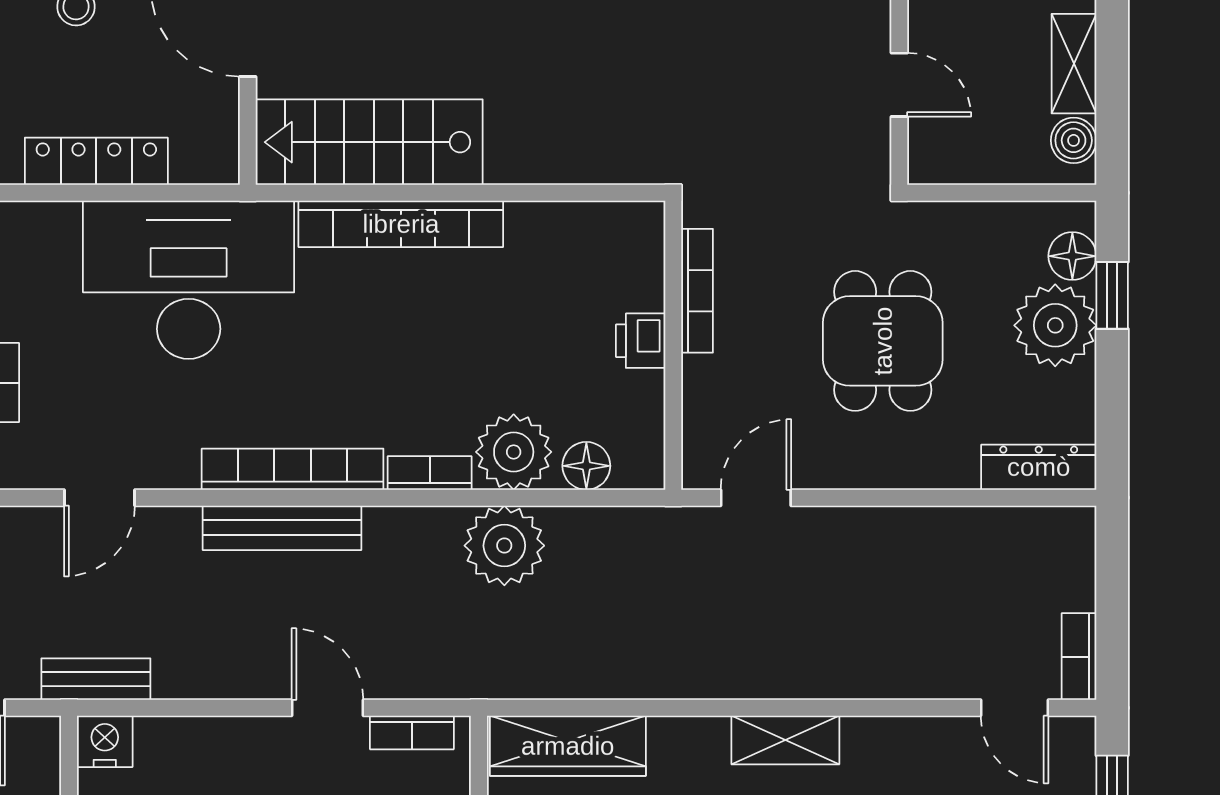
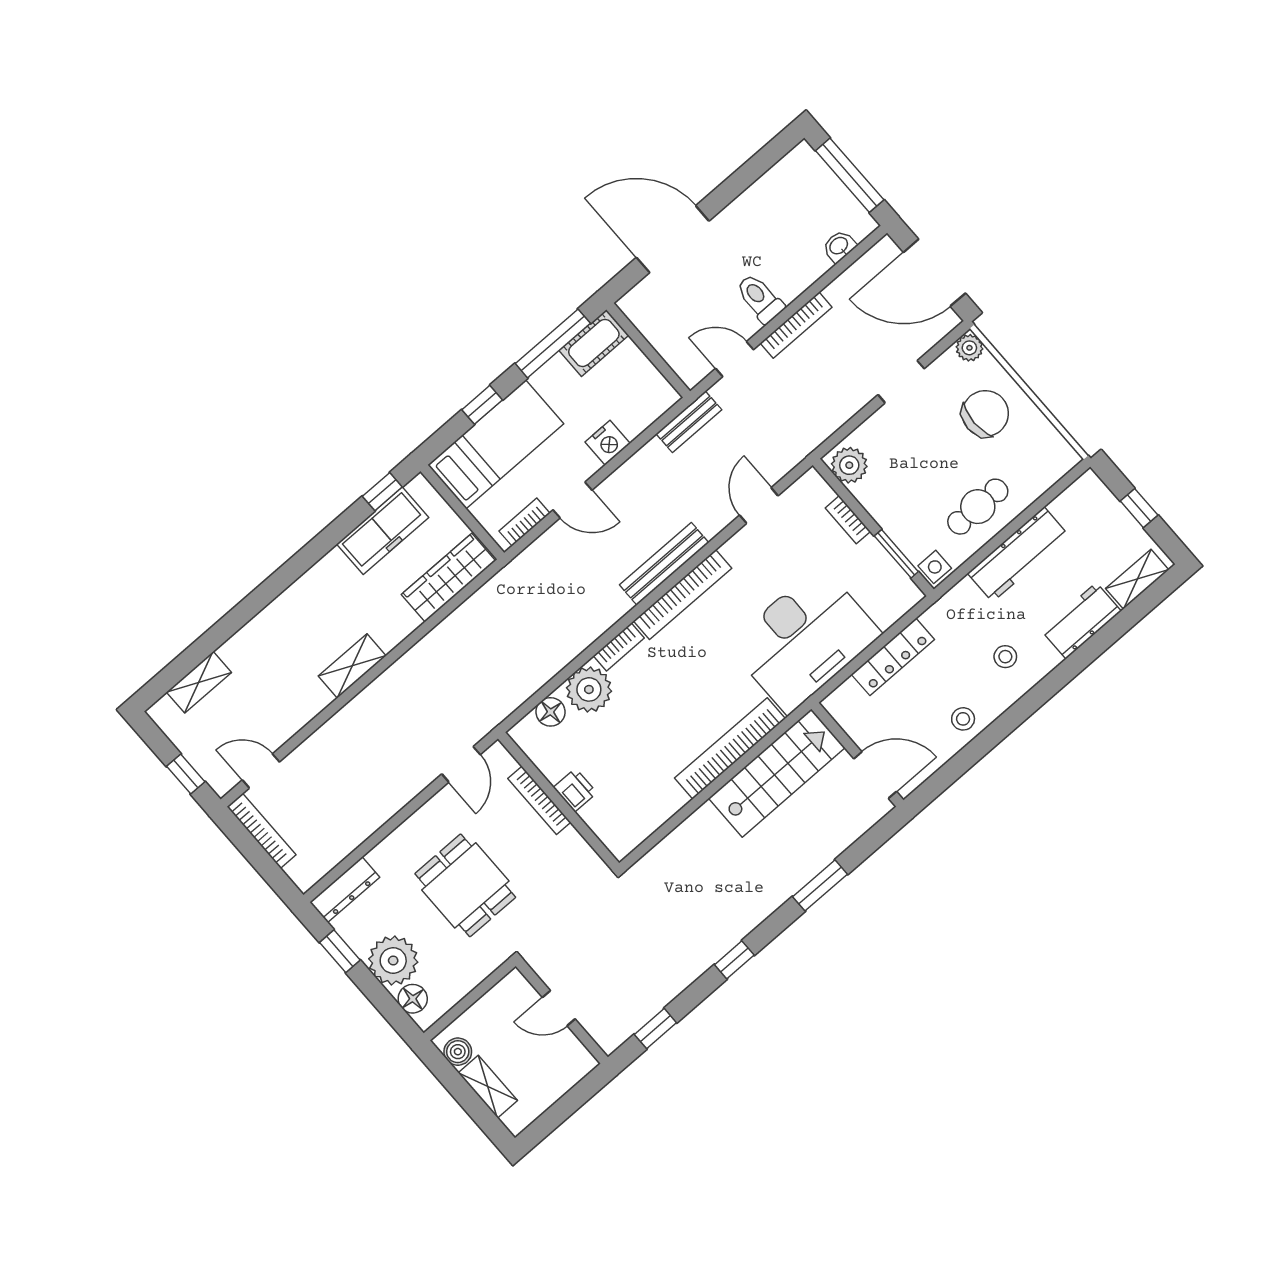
bookcase: (697, 291) -> (539, 800), moved
window: (1112, 295) -> (340, 951), moved
plant: (504, 546) -> (556, 643), removed
bookcase: (1079, 657) -> (261, 831), width x1.56
nightstand: (105, 741) -> (608, 443), moved

